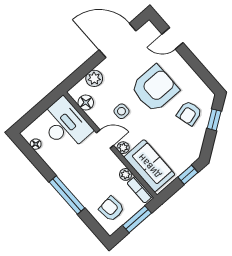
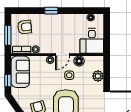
floor lamp: (86, 103) -> (79, 61), moved
desk: (65, 125) -> (92, 41), width x0.73
sofa: (149, 166) -> (20, 72), moved, turned -90
window: (67, 195) -> (51, 11), width x0.46

